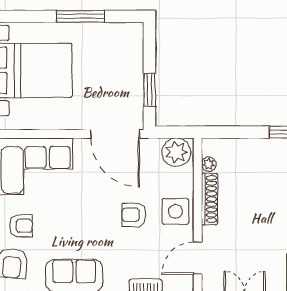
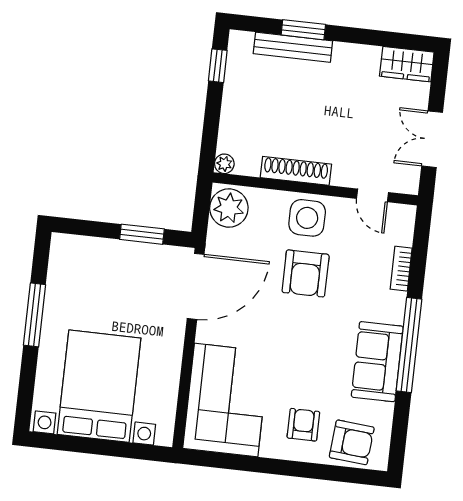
plant: (209, 164) -> (224, 164), moved
armchair: (134, 215) -> (306, 273), width x1.38, depth x1.38
door: (198, 258) -> (372, 195), width x0.73

